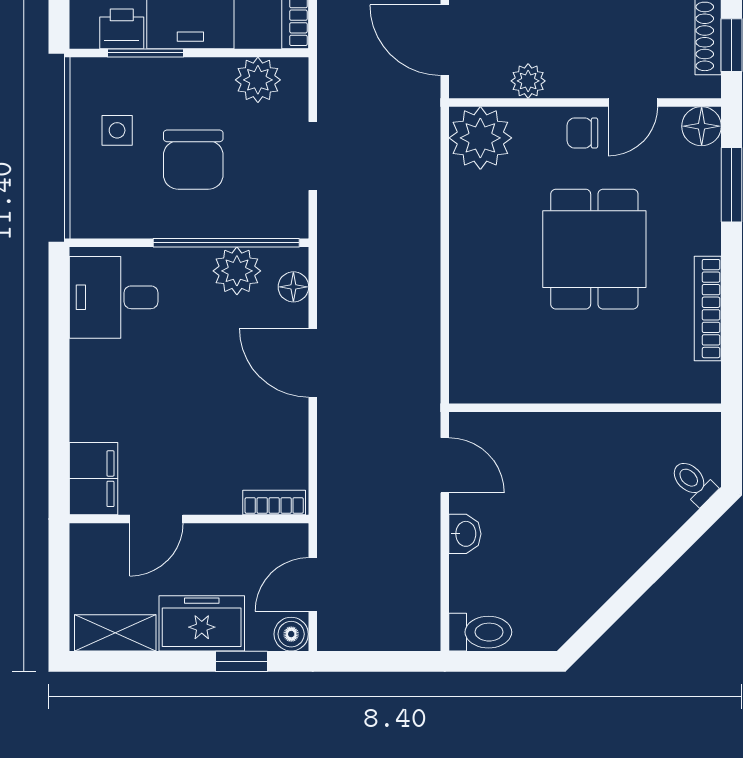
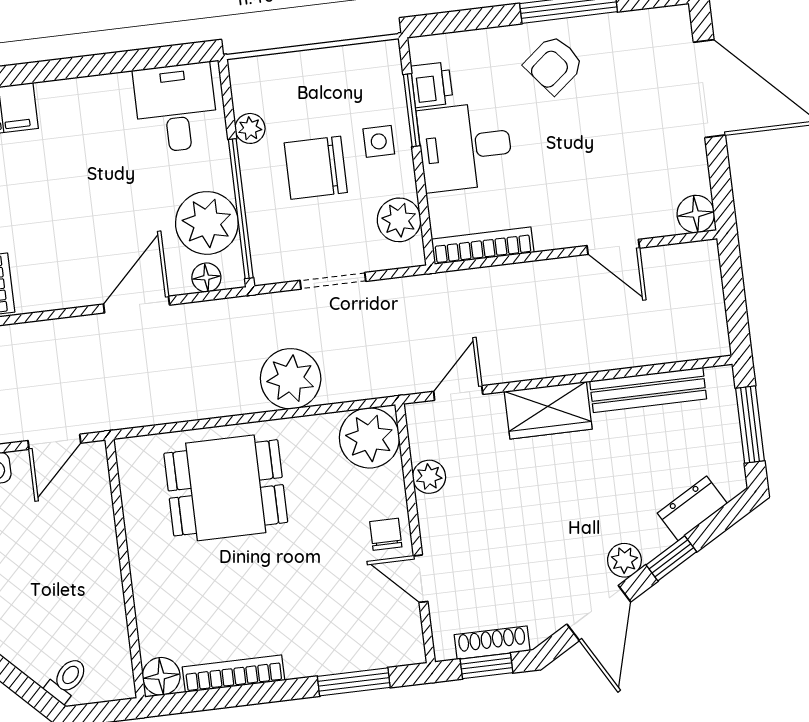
door: (445, 40) -> (458, 393), width x0.73
floor lamp: (702, 126) -> (161, 676), moved
side table: (117, 130) -> (379, 141), moved
plant: (409, 212) -> (291, 379), added
plant: (144, 223) -> (250, 128), added
dining table: (594, 249) -> (226, 488), moved
plant: (237, 271) -> (207, 223), width x1.36, depth x1.36

